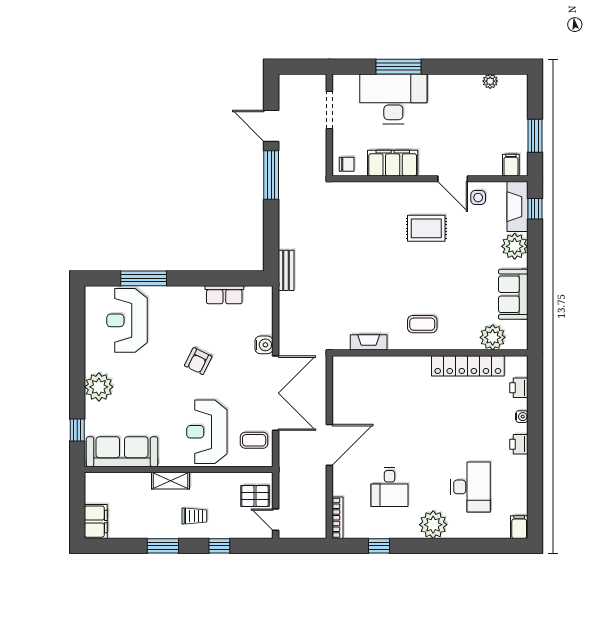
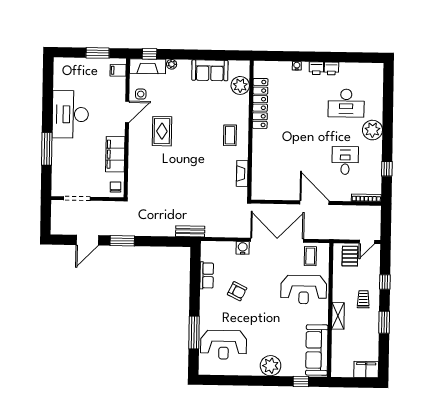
plant: (490, 81) -> (58, 84), removed
desk: (393, 99) -> (70, 114), moved
window: (271, 175) -> (122, 241), width x0.69
plant: (515, 246) -> (172, 64), width x0.53, depth x0.53
armchair: (198, 361) -> (237, 291), moved
printer: (519, 388) -> (331, 68), moved
desk: (390, 487) -> (345, 161), turned -90
desk: (470, 487) -> (346, 103), turned 180
filing cabinet: (519, 527) -> (375, 69), removed

